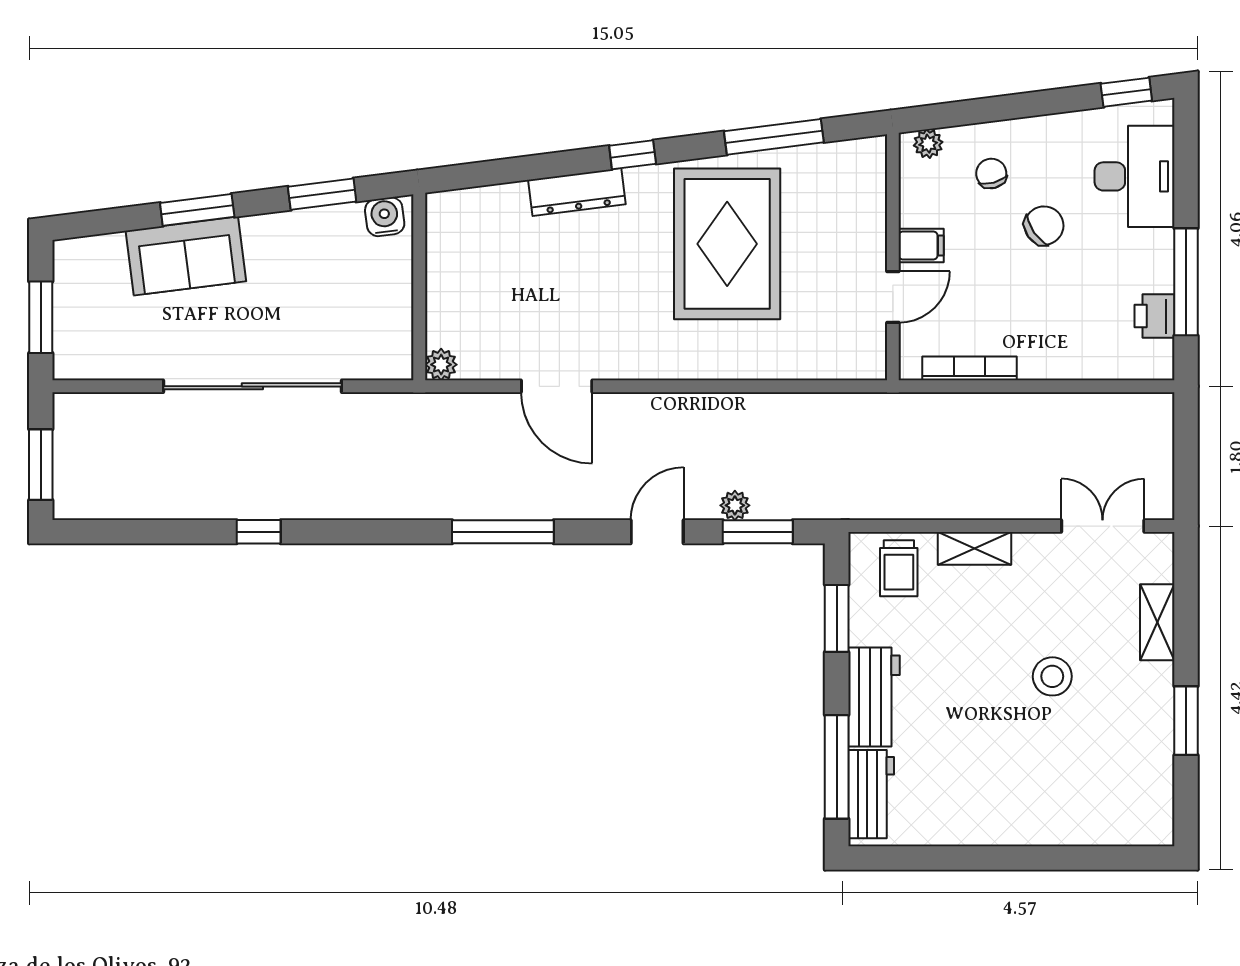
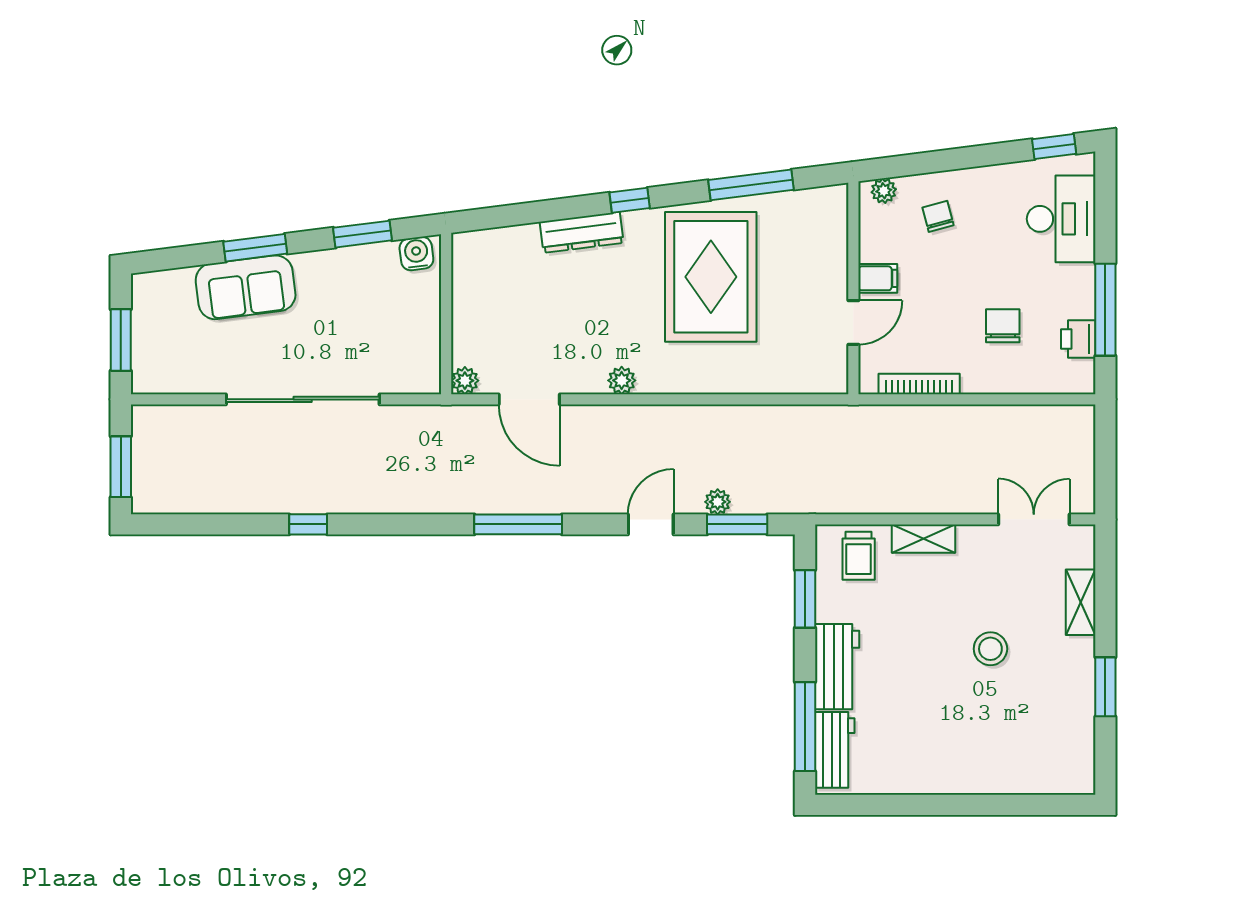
chair: (1044, 226) -> (1003, 326), moved, turned -55
plant: (623, 364) -> (622, 380), added
door: (557, 386) -> (529, 399), moved

